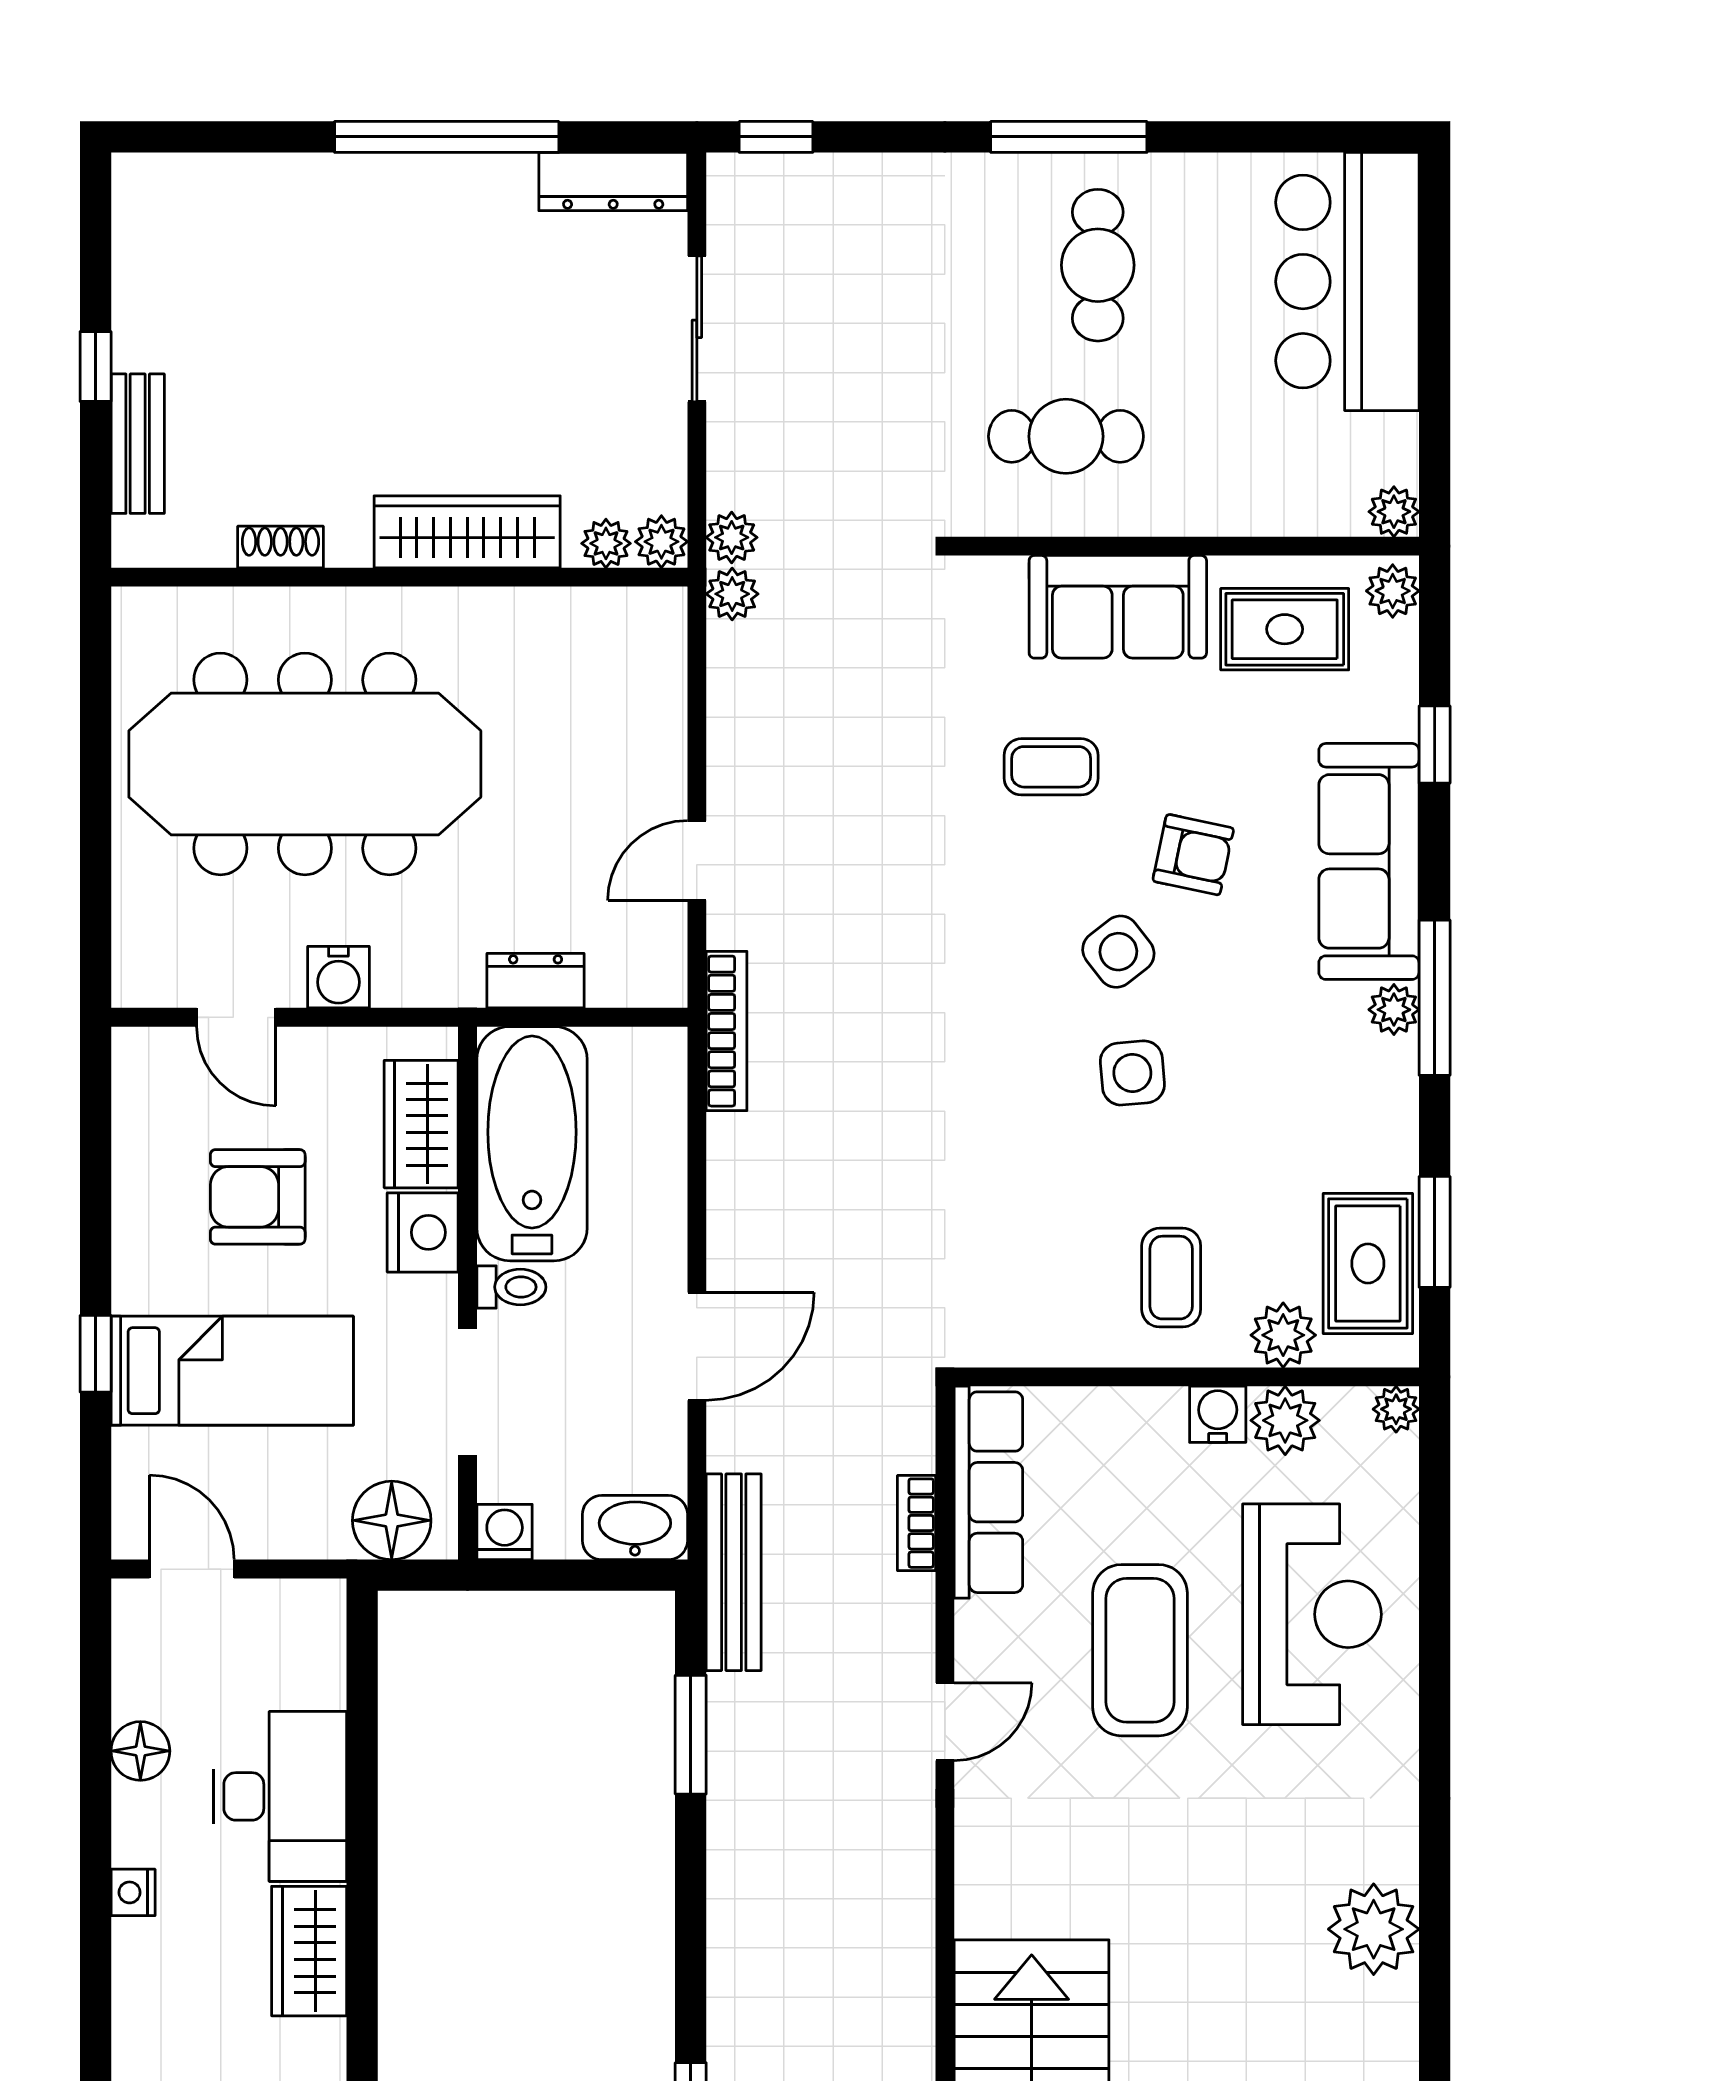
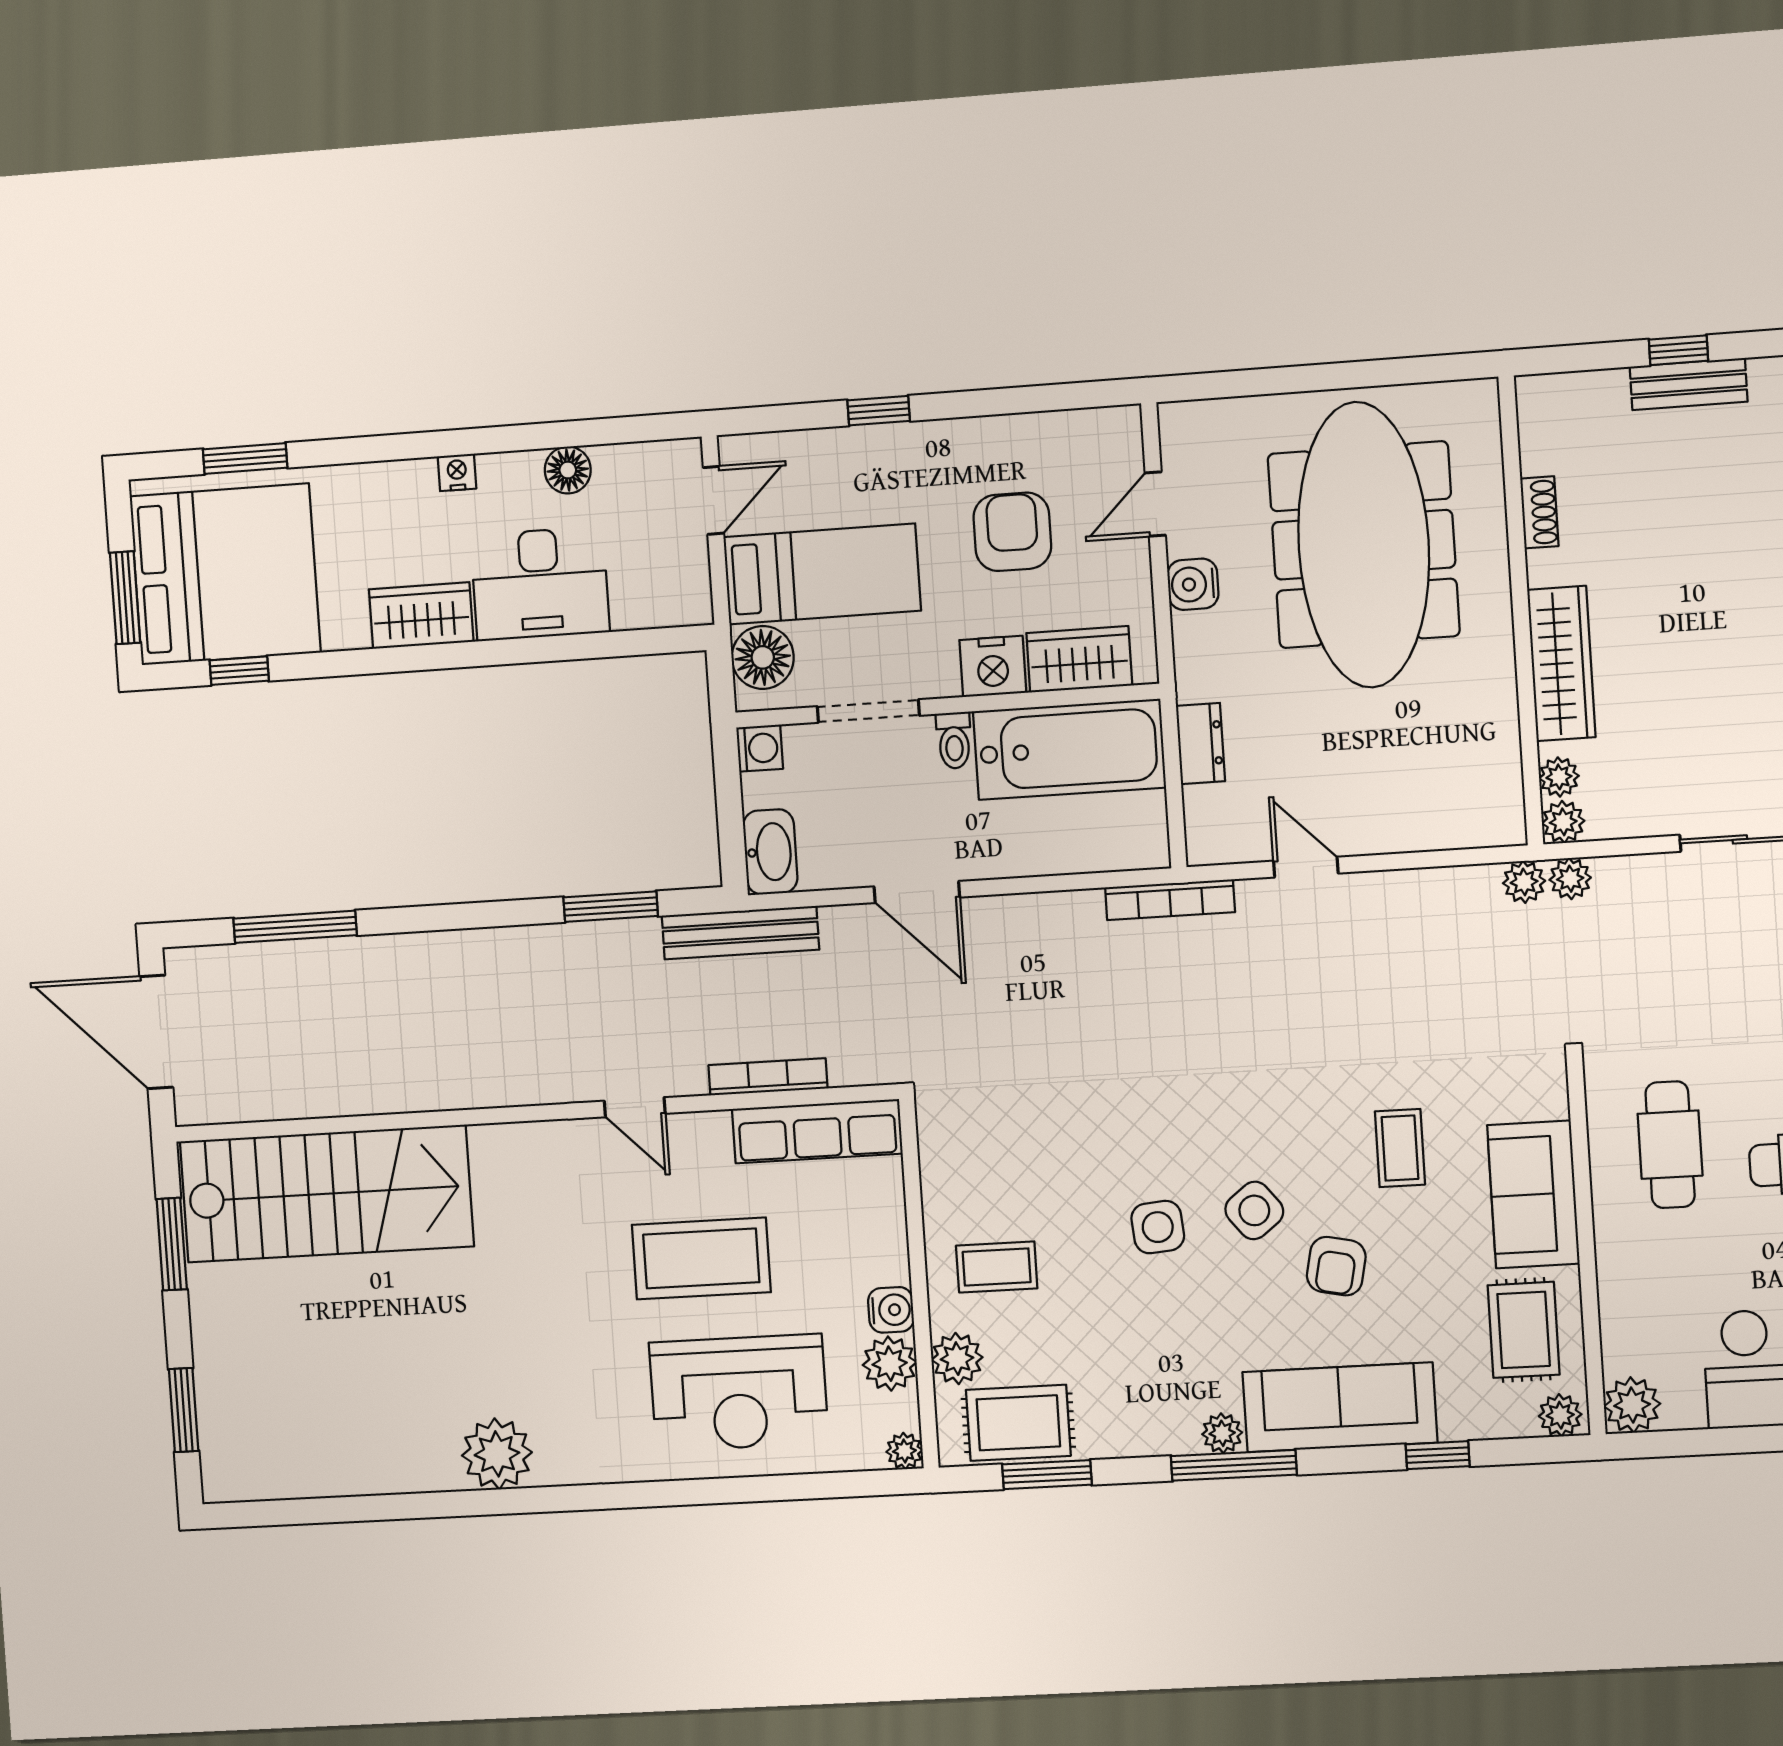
bench: (138, 444) -> (1689, 384), moved
plant: (1394, 512) -> (1632, 1405), width x1.38, depth x1.38
bed: (232, 1371) -> (822, 574), moved, turned -90
bookcase: (916, 1523) -> (768, 1077), width x1.56

